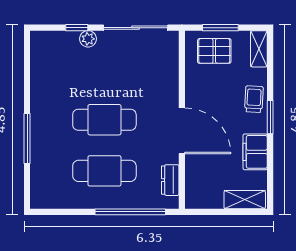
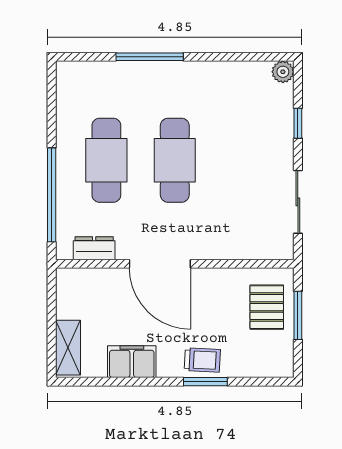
sliding door: (136, 28) -> (298, 202), width x0.73
plant: (88, 39) -> (283, 72), moved
shelving: (259, 49) -> (270, 367), removed
window: (270, 117) -> (205, 382), moved
door: (182, 131) -> (160, 264), hinge flipped

